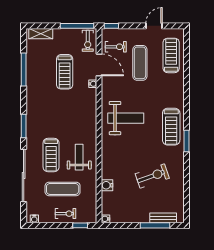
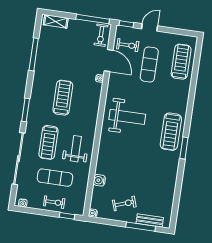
door: (154, 26) -> (150, 27), moved
treadmill: (65, 72) -> (63, 98), moved, turned 180
exercise bike: (152, 176) -> (124, 204), moved, width x0.73, depth x0.72

